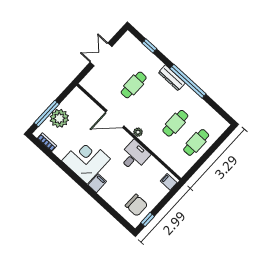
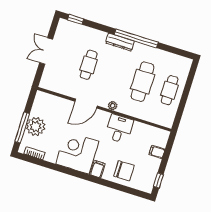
window: (149, 46) -> (76, 19), moved
cafe table: (175, 123) -> (143, 82), width x1.37, depth x1.35
filing cabinet: (169, 182) -> (157, 152), moved
chair: (136, 205) -> (124, 171), moved

